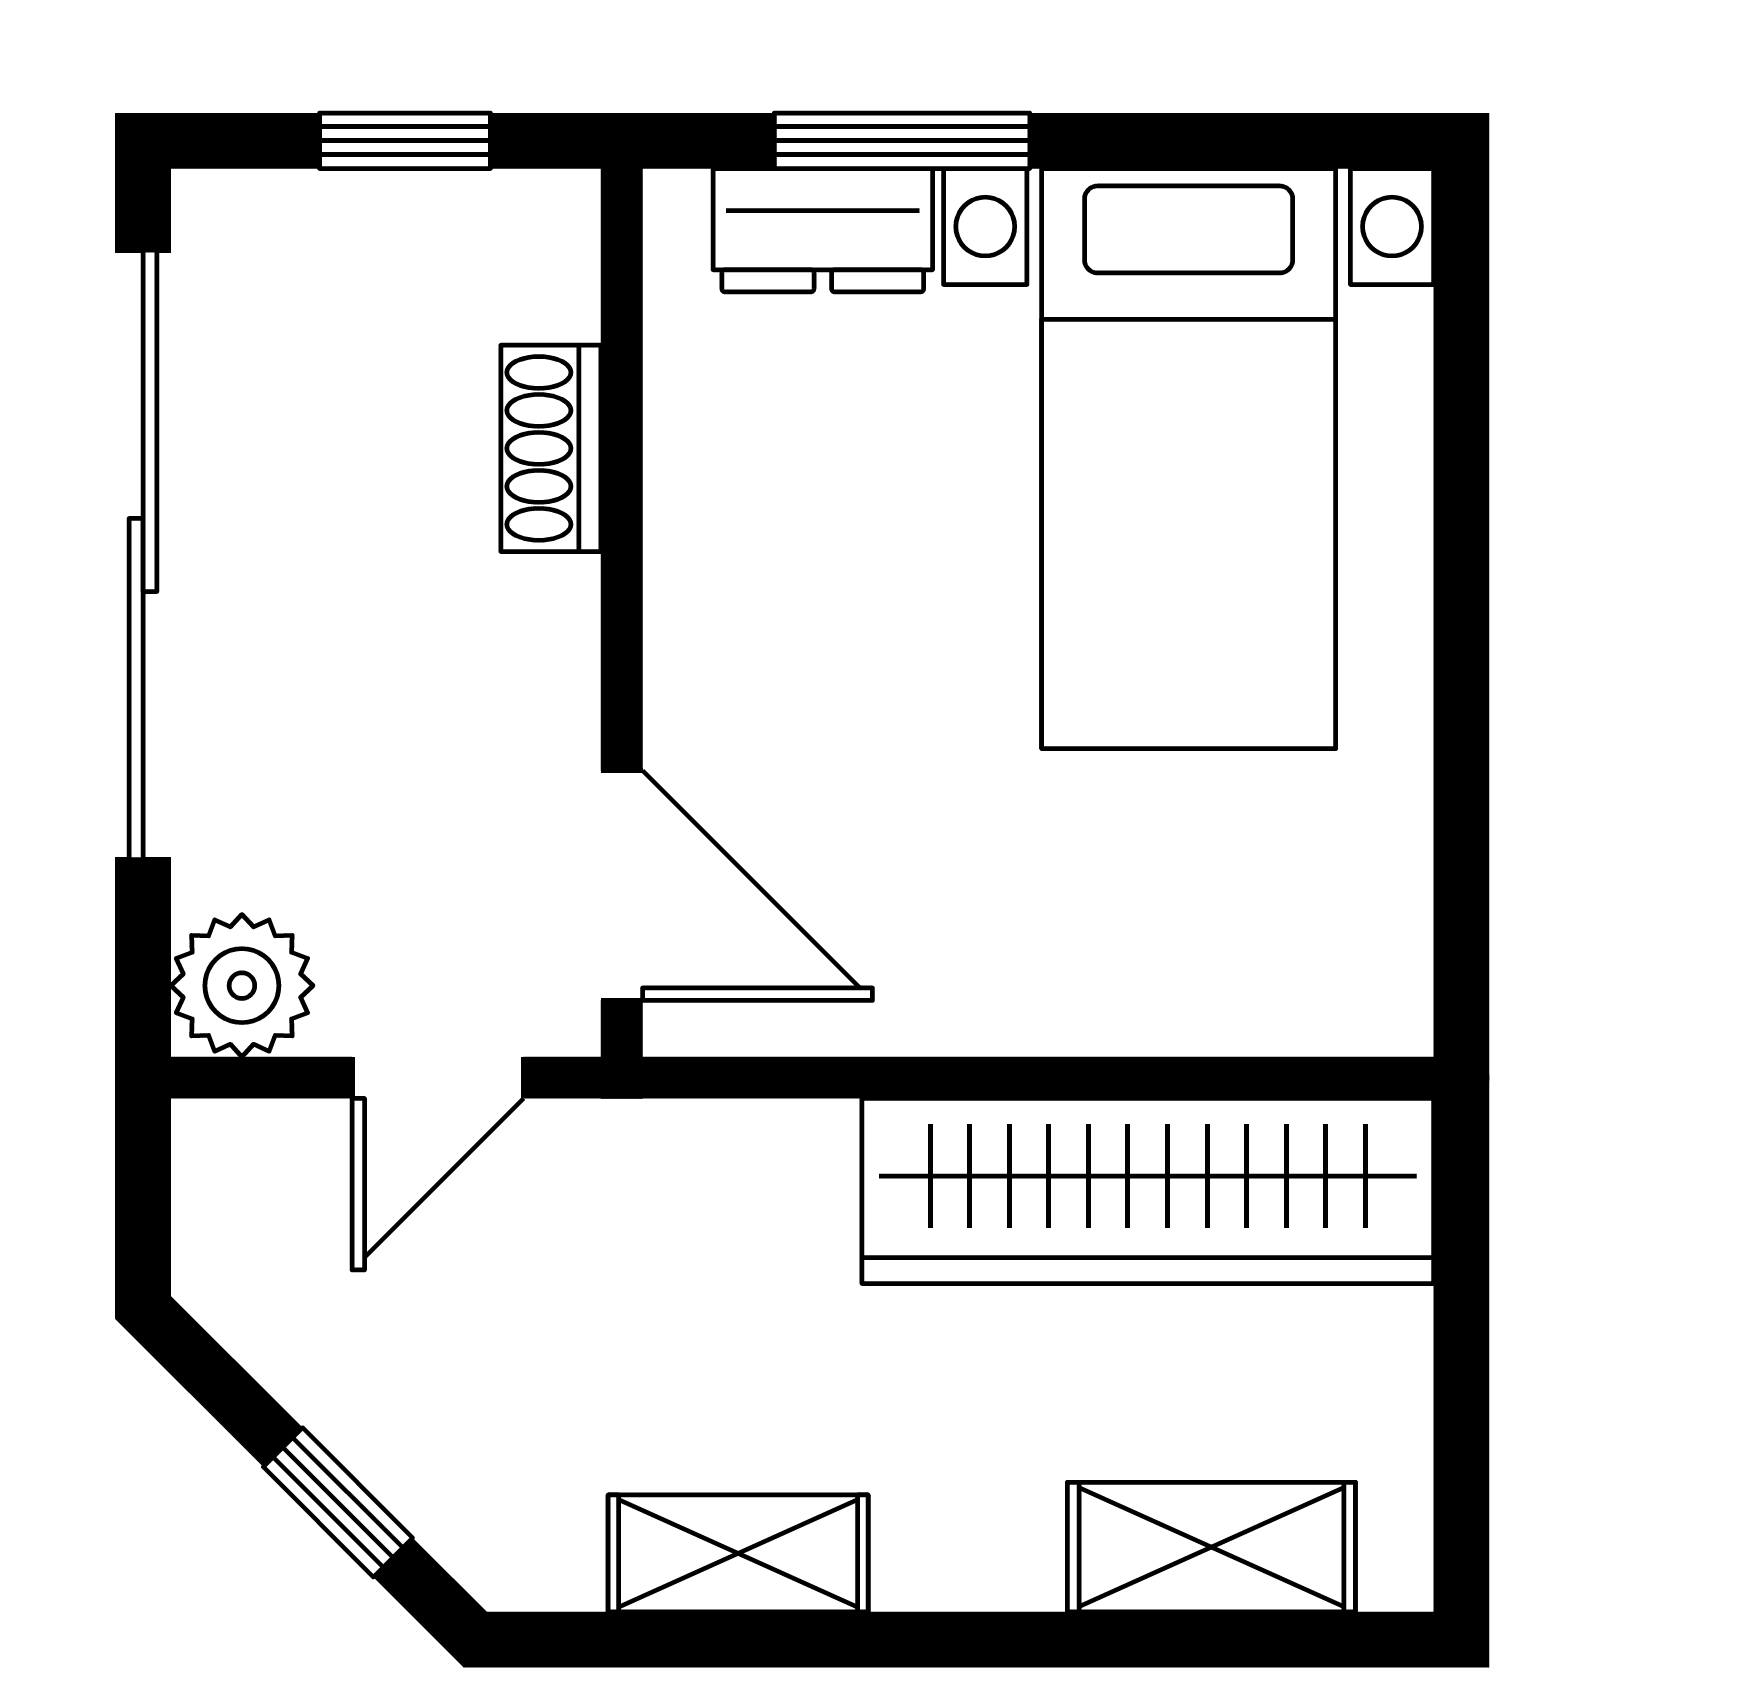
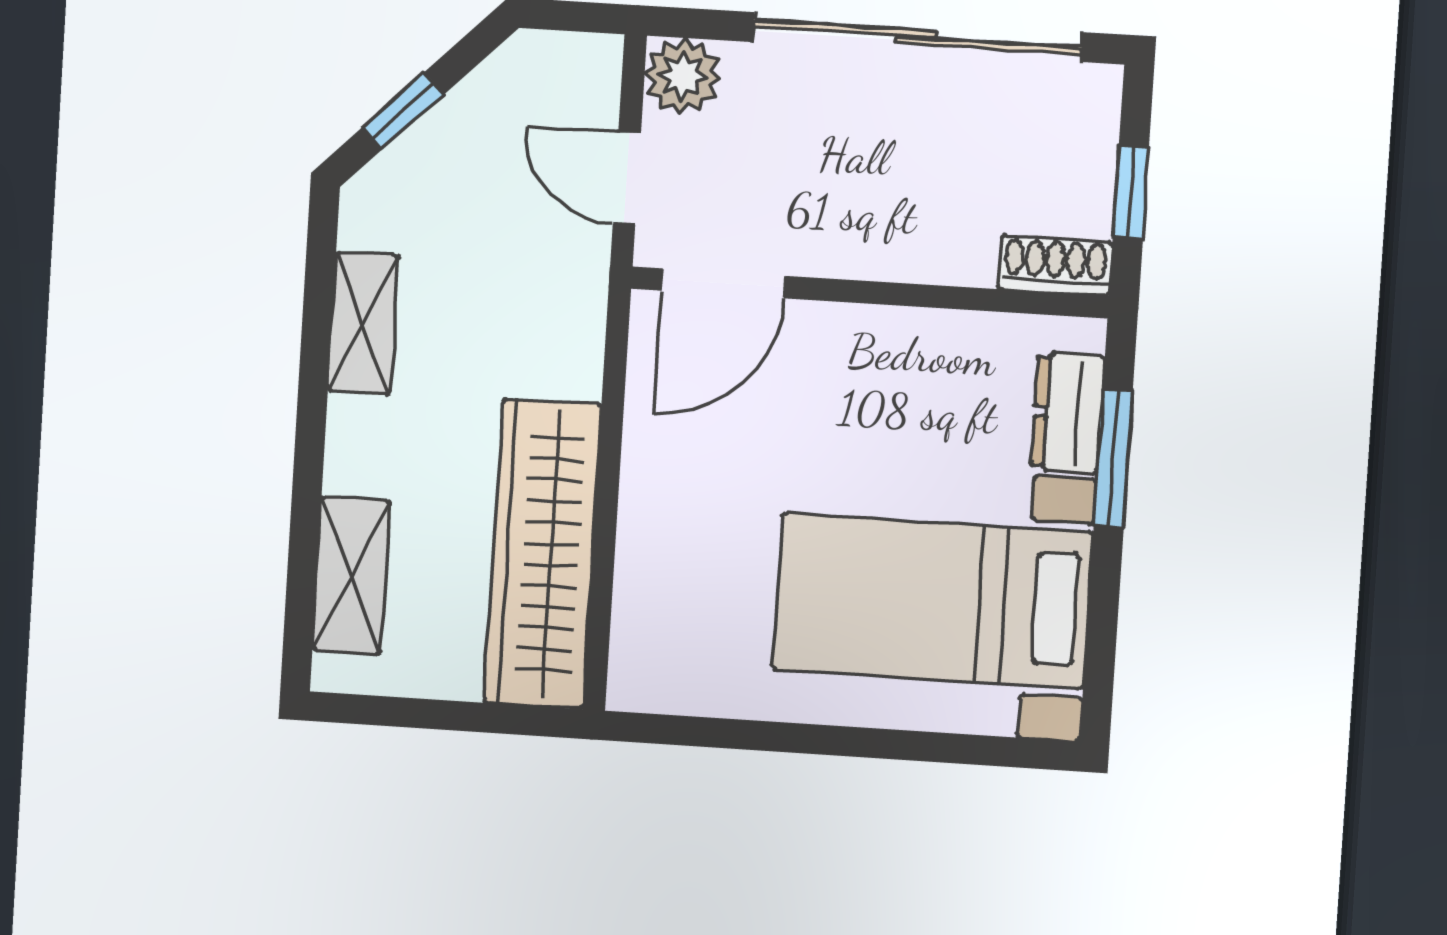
shoe rack: (551, 448) -> (1055, 266), moved

